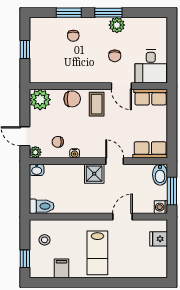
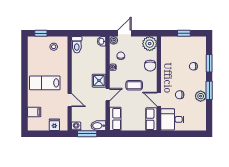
door: (121, 86) -> (159, 99), hinge flipped
coffee table: (97, 104) -> (134, 85), moved
filing cabinet: (61, 268) -> (34, 112), moved

